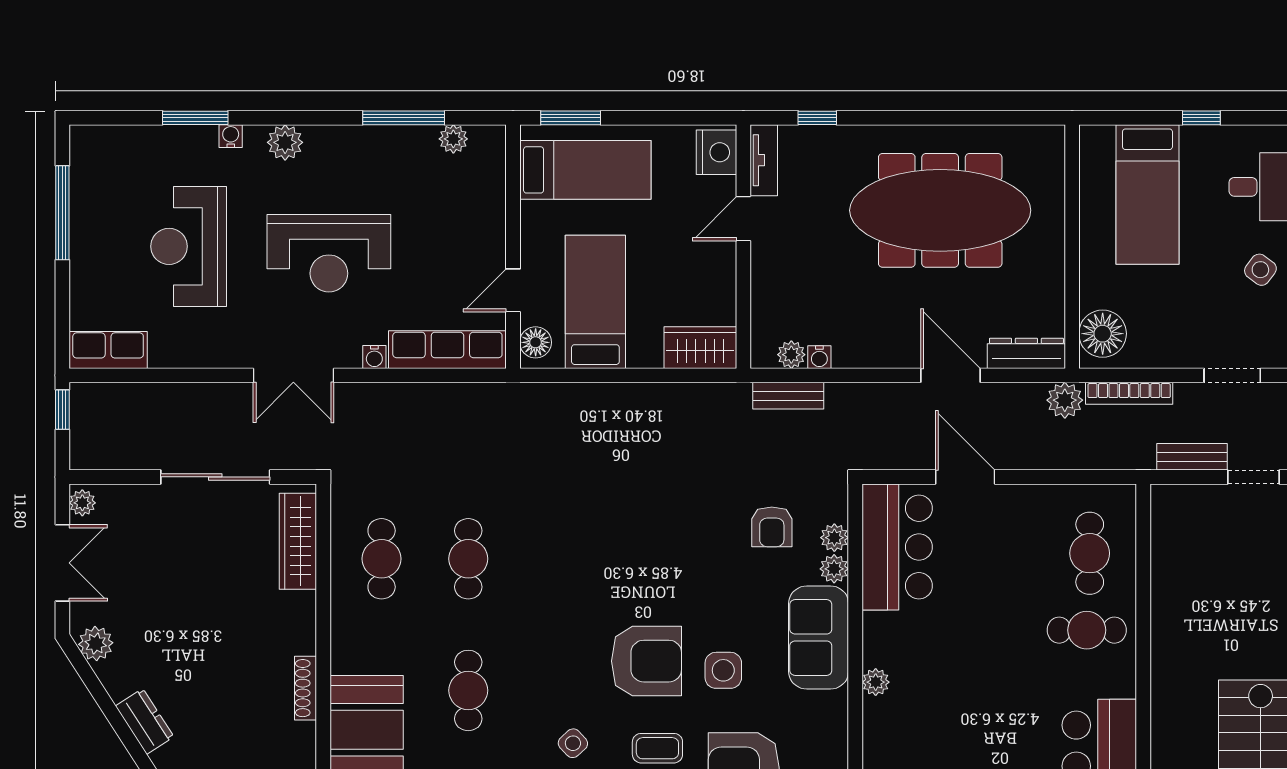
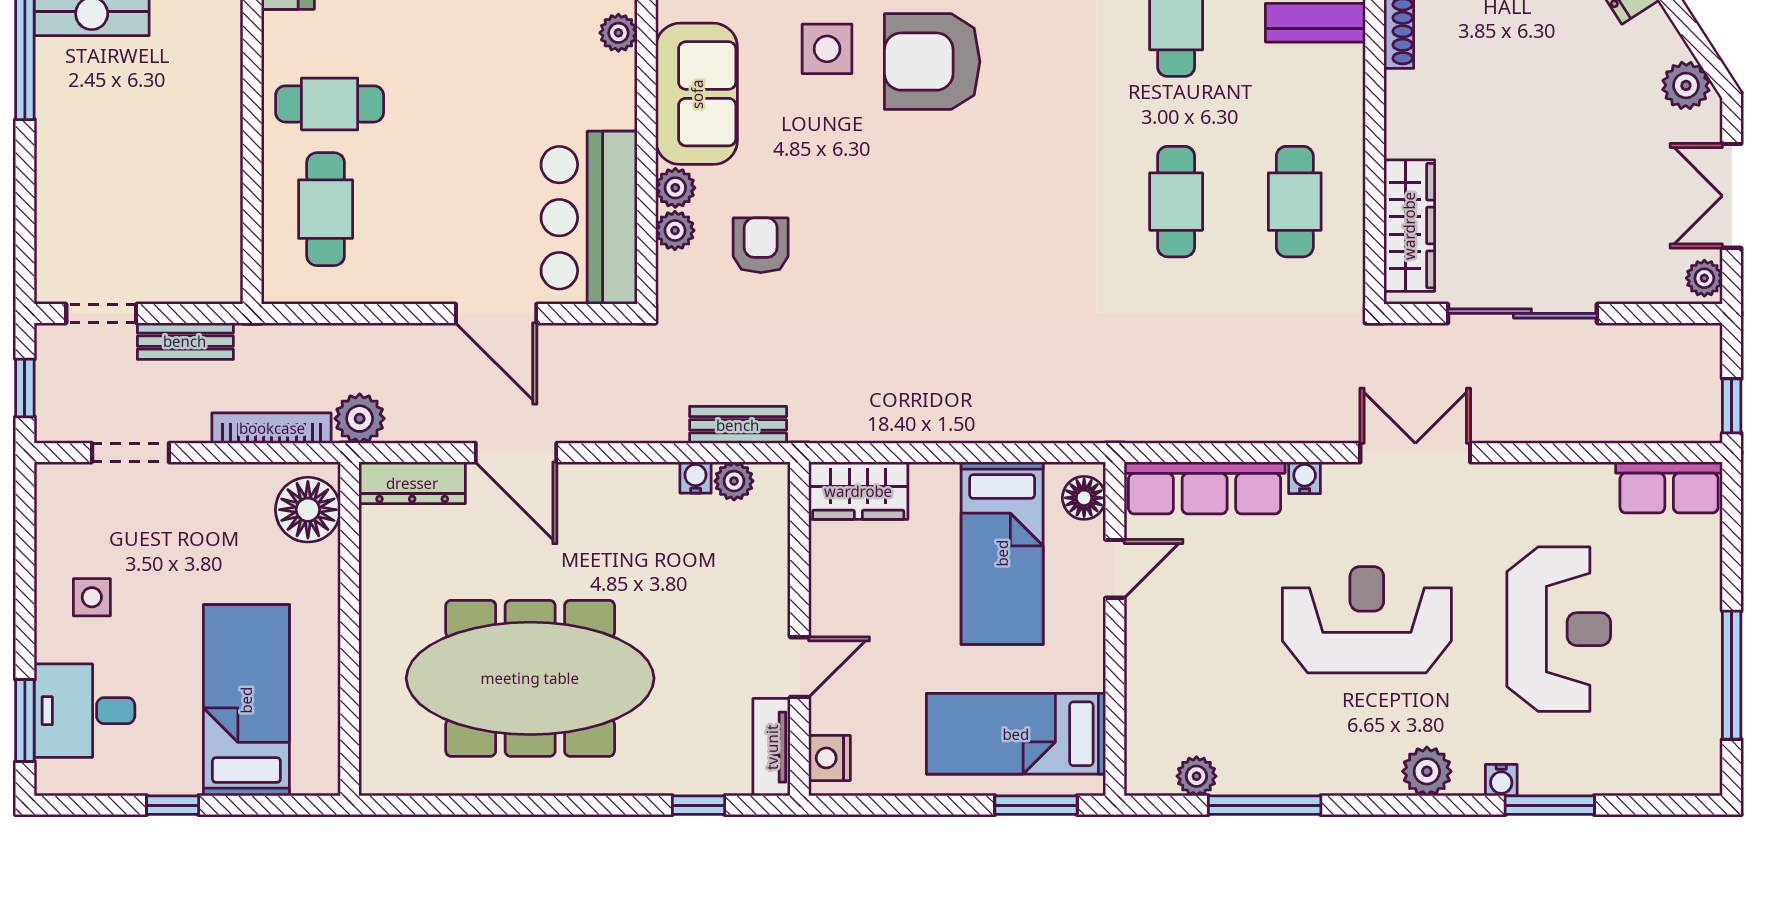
nightstand: (717, 152) -> (830, 758), width x0.74, depth x0.75
side table: (1260, 270) -> (92, 597), turned -37

